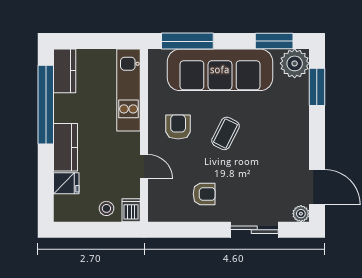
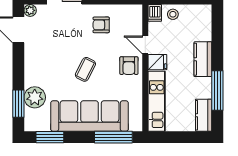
plant: (295, 63) -> (35, 97), moved
window: (46, 105) -> (217, 90), width x0.68
armchair: (178, 127) -> (129, 66), moved
fridge: (66, 183) -> (157, 62), moved, turned 180

